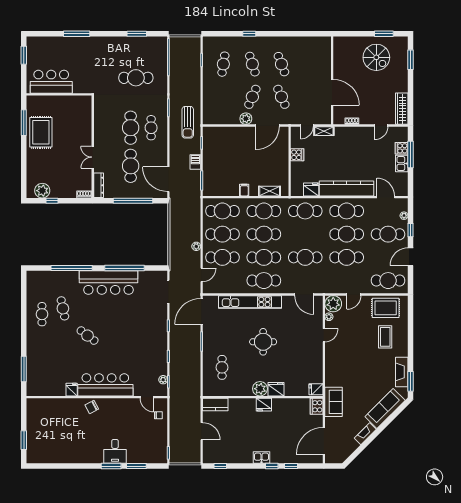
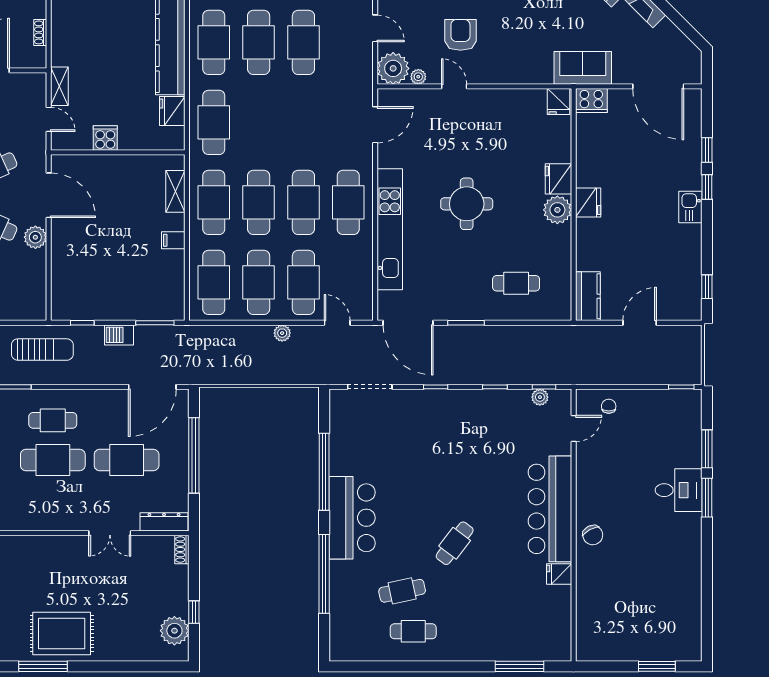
cafe table: (305, 257) -> (303, 122), removed
bar counter: (108, 283) -> (352, 518), width x0.73
armchair: (351, 339) -> (460, 35), added

